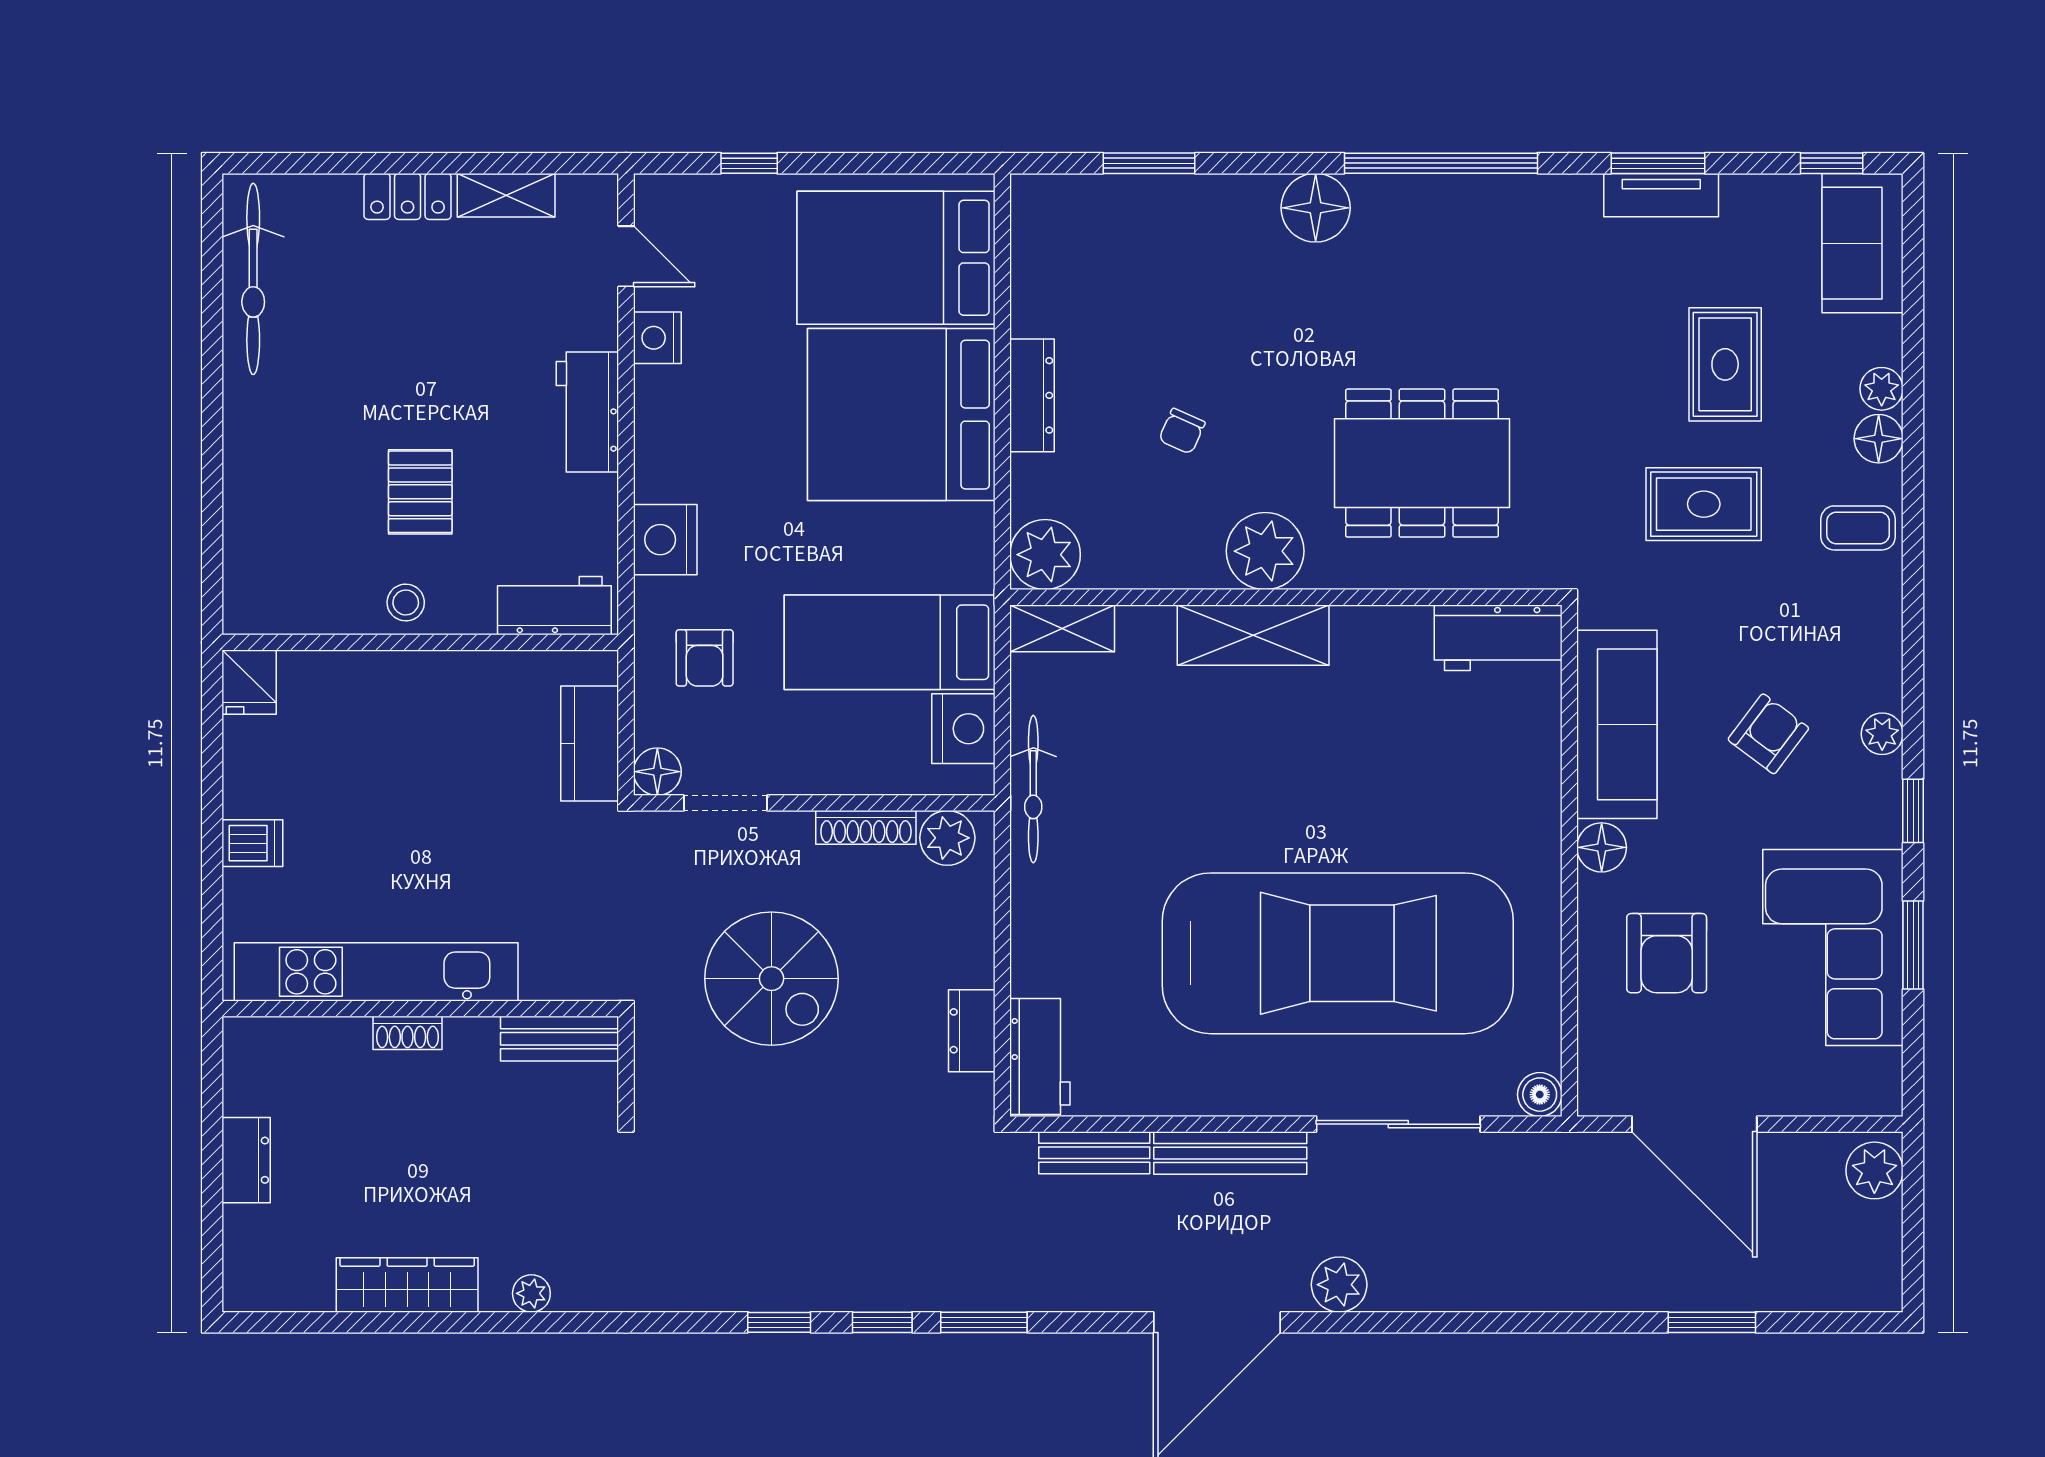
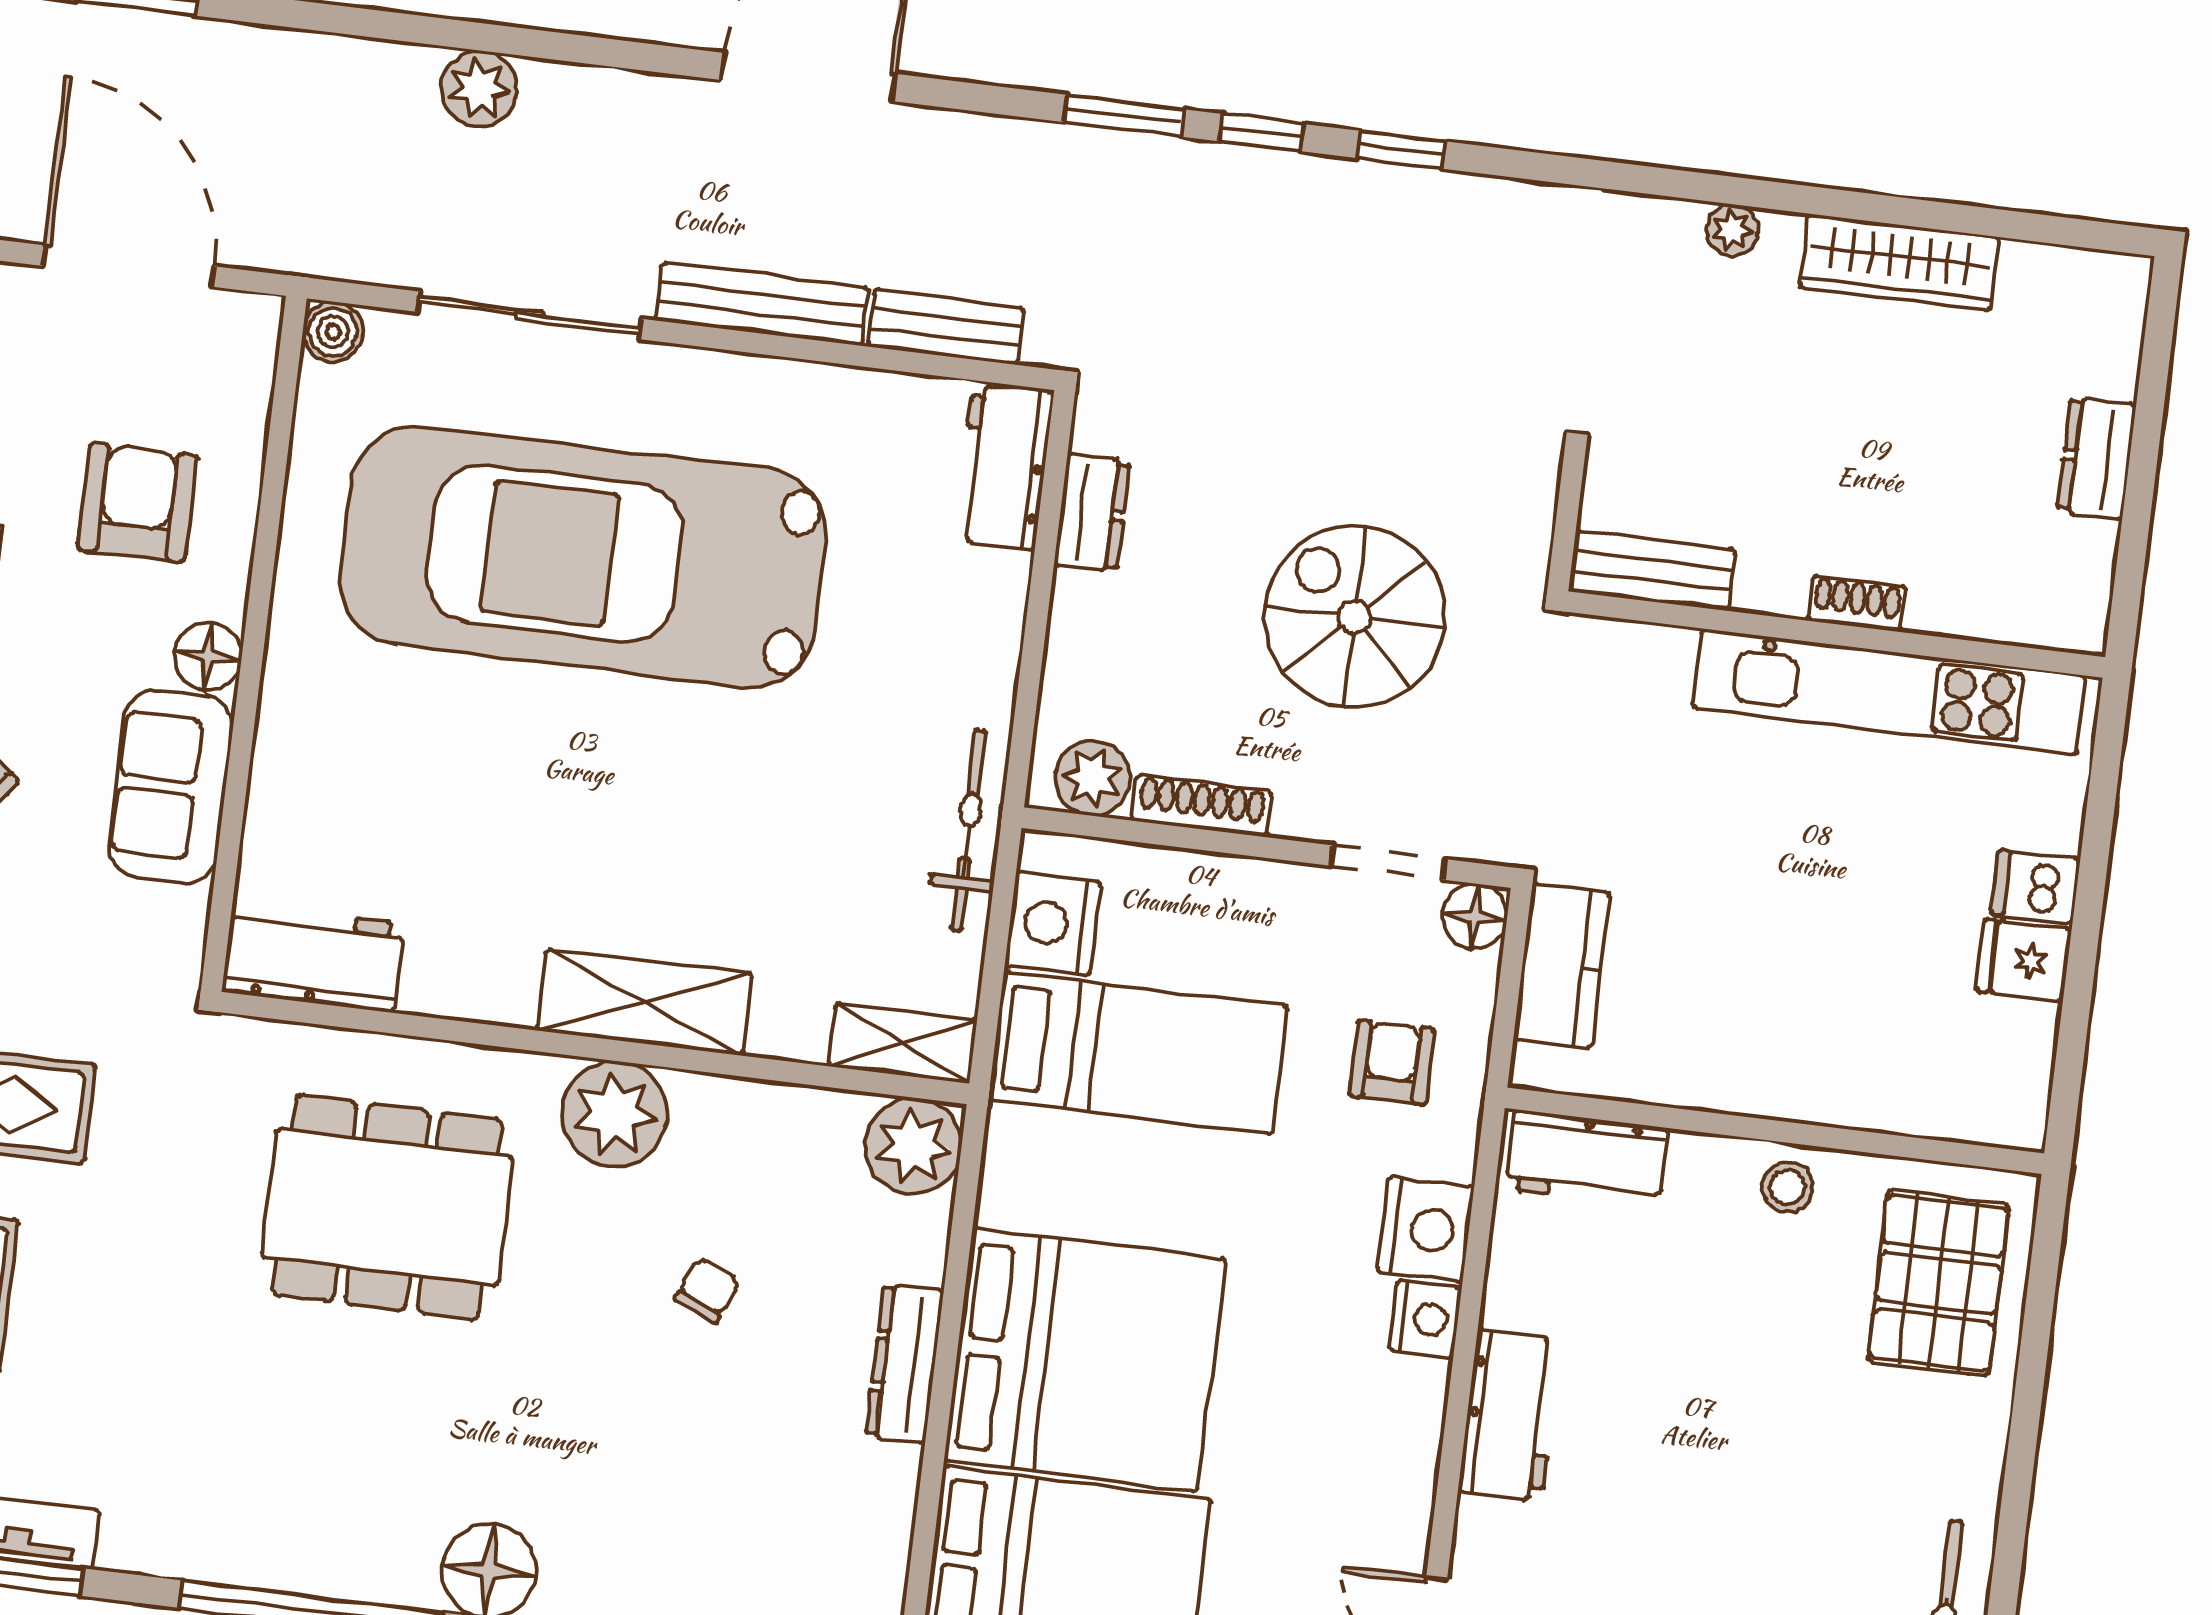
nightstand: (657, 338) -> (1425, 1319), moved
pallet: (420, 492) -> (1938, 1283), moved, width x1.50, depth x1.42
fridge: (249, 682) -> (2024, 960), moved, turned -90
sofa: (1617, 724) -> (171, 787), width x0.73
plant: (1339, 1285) -> (479, 88), moved

